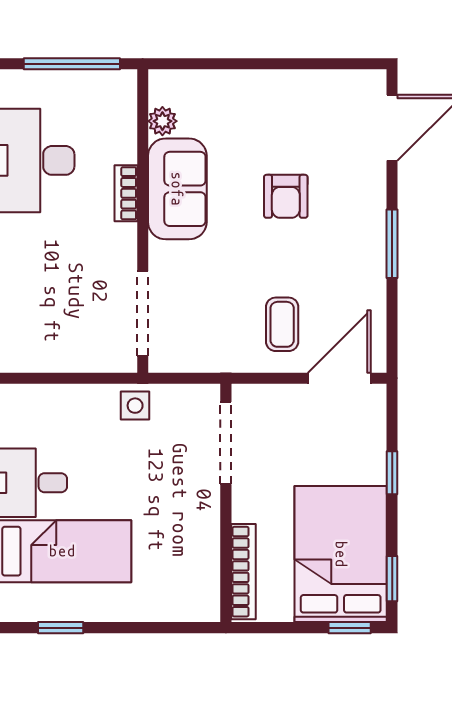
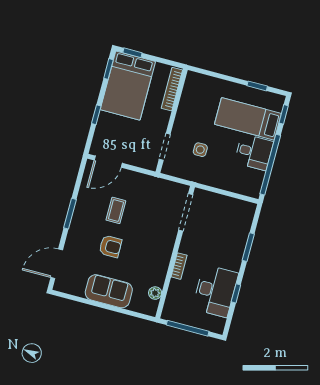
sofa: (177, 189) -> (109, 291), moved, turned 90
armchair: (286, 196) -> (110, 246), turned 90
coffee table: (282, 324) -> (116, 210), moved
side table: (135, 406) -> (200, 150), moved
doorway: (226, 443) -> (165, 147), width x0.73

